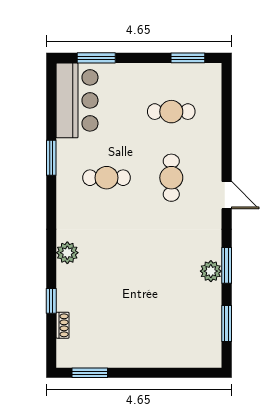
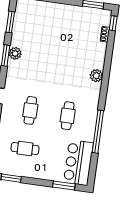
window: (51, 158) -> (98, 132), width x2.11
cafe table: (107, 178) -> (68, 116), turned 90
window: (51, 301) -> (113, 23), moved

